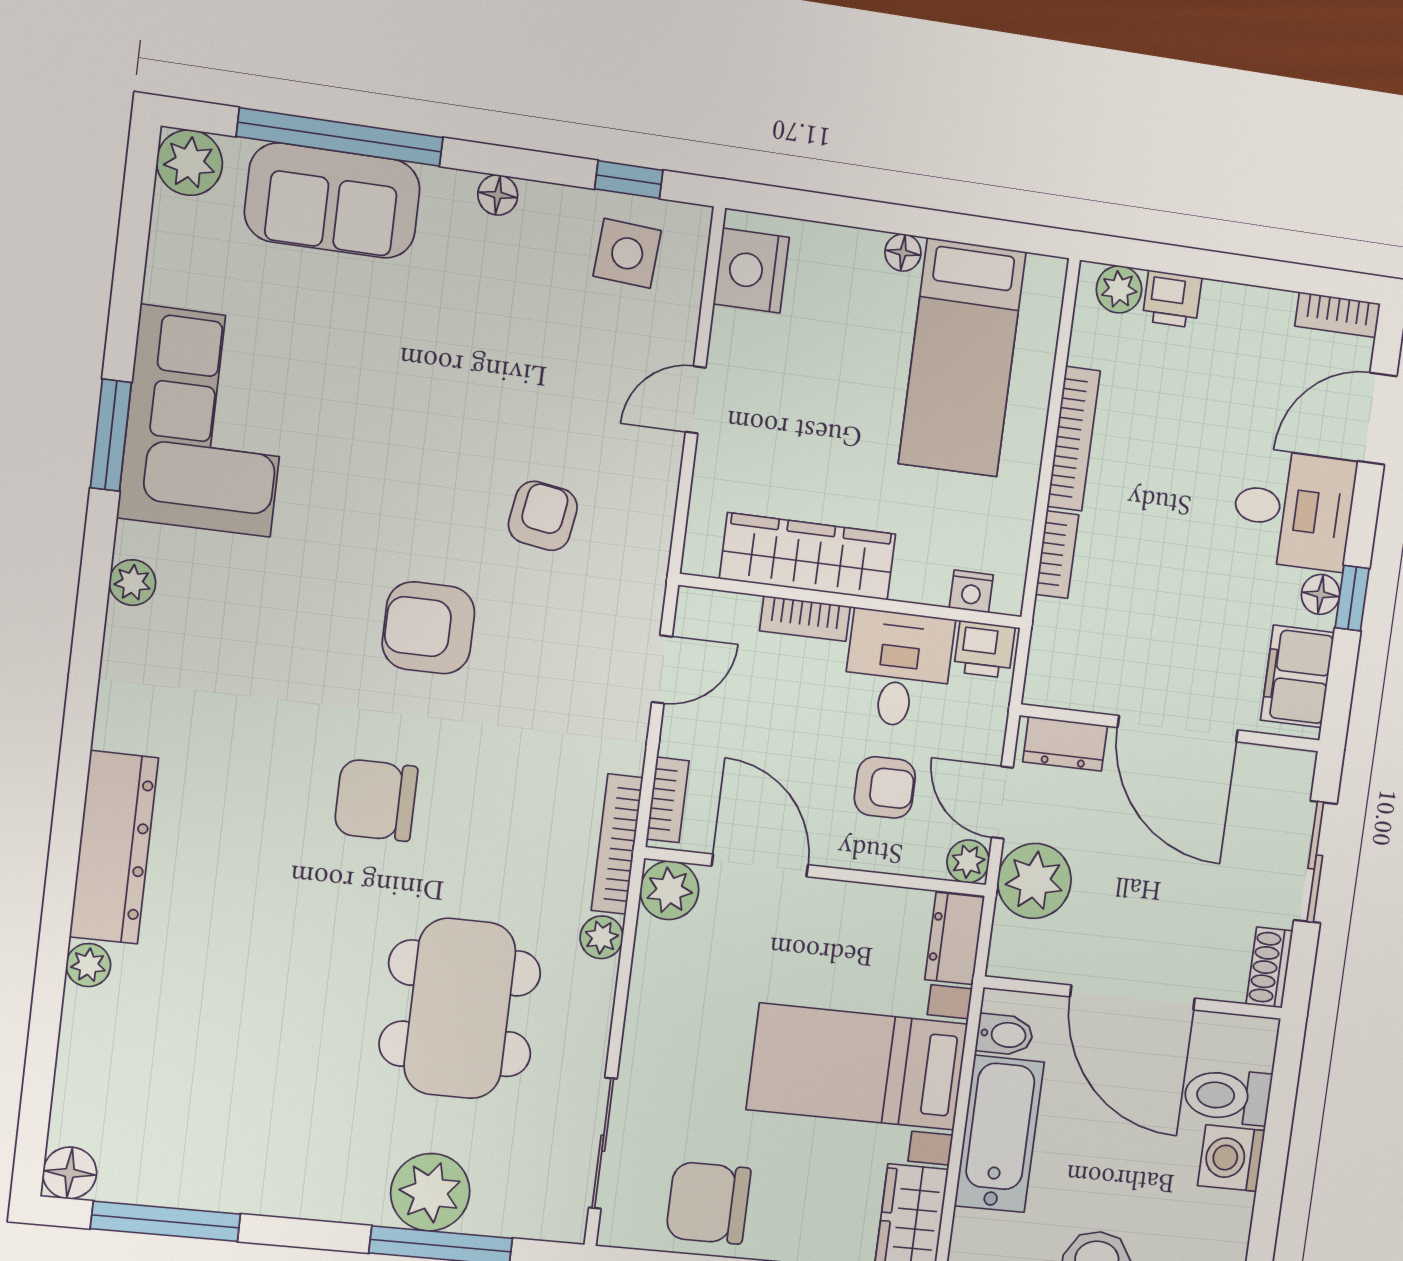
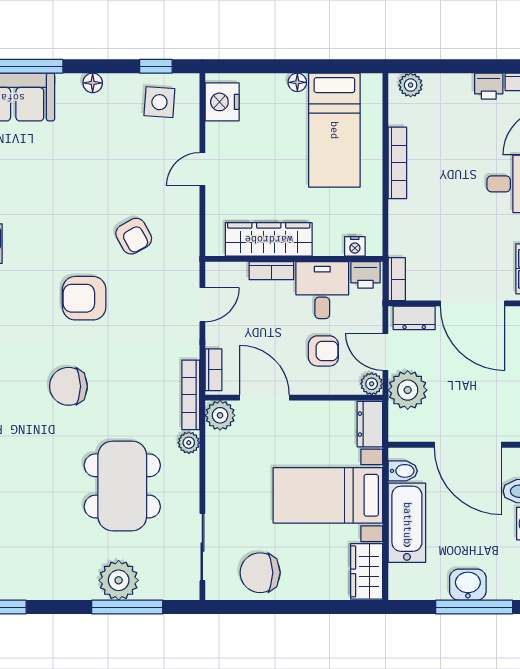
printer: (1172, 299) -> (489, 86), moved
armchair: (543, 516) -> (134, 236), turned 142
bookcase: (1057, 555) -> (397, 279), moved

